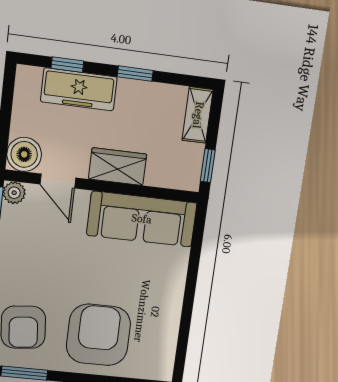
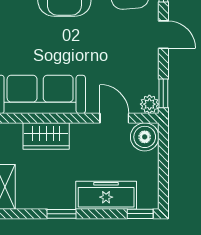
window: (67, 65) -> (140, 214), moved
wardrobe: (118, 167) -> (46, 136), moved

